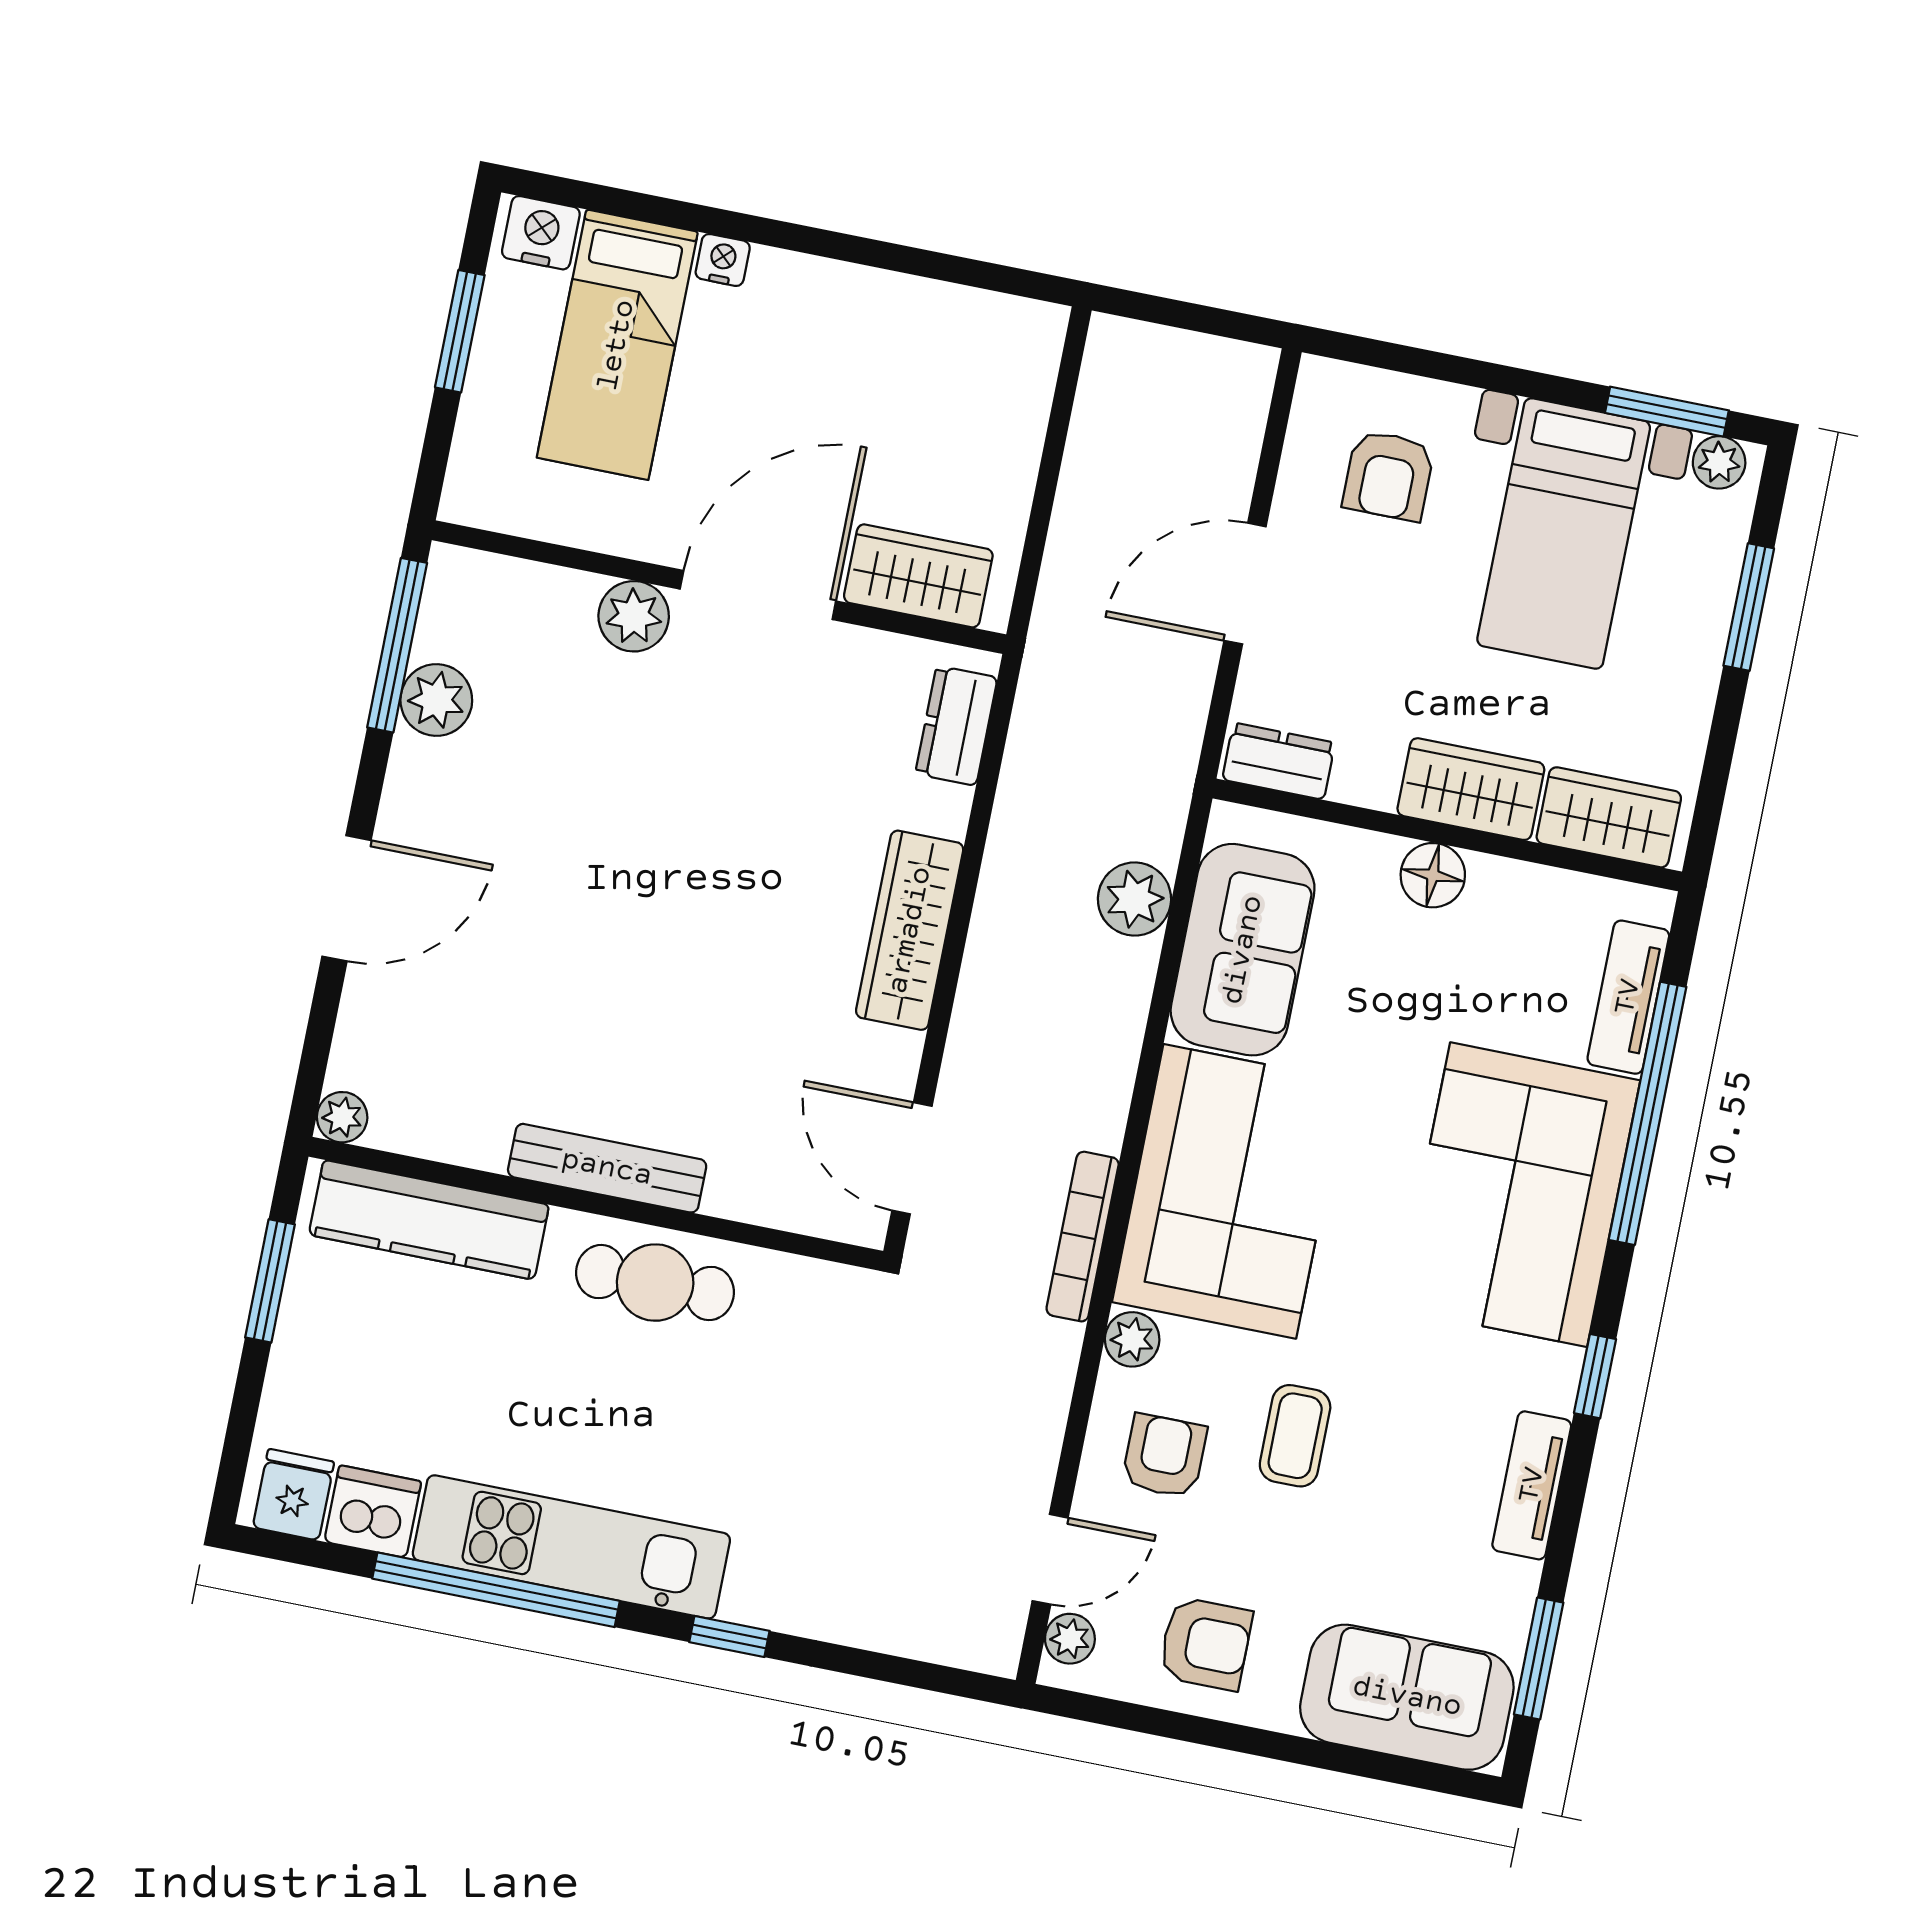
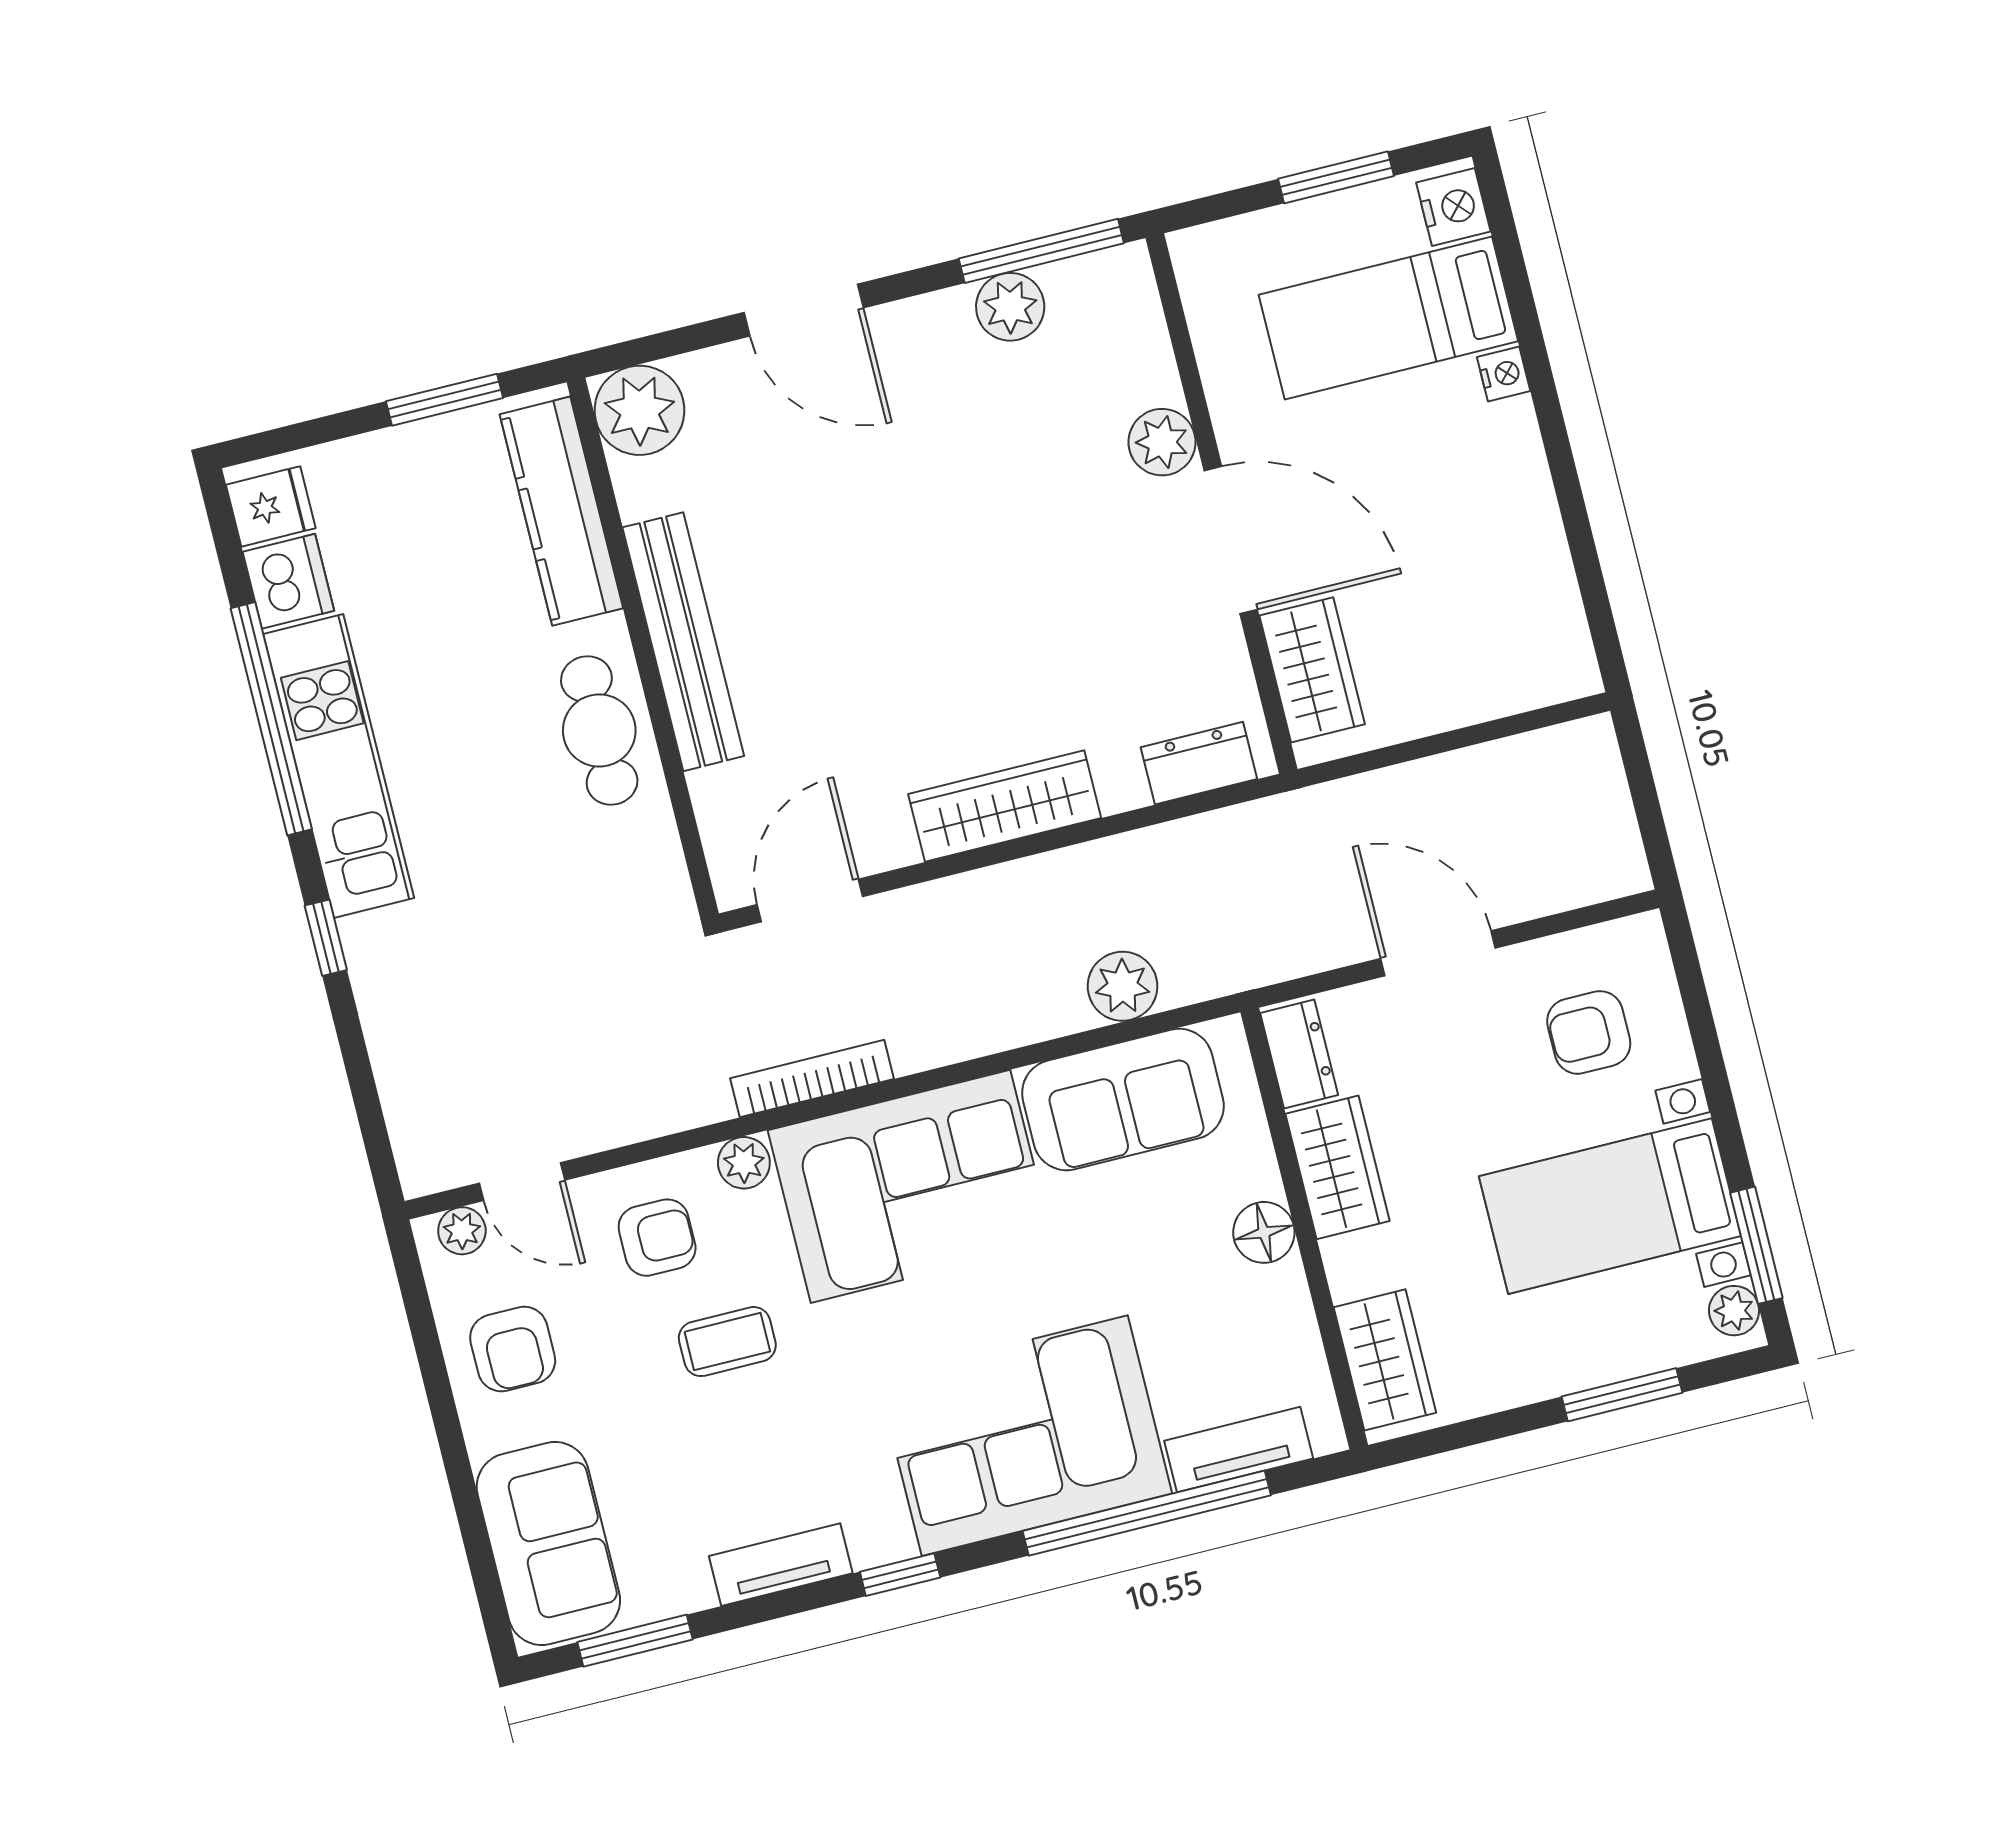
wardrobe: (1471, 789) -> (1338, 1167), moved
plant: (342, 1117) -> (639, 410), width x1.87, depth x1.87
bench: (607, 1168) -> (683, 642), width x1.37, depth x1.21

